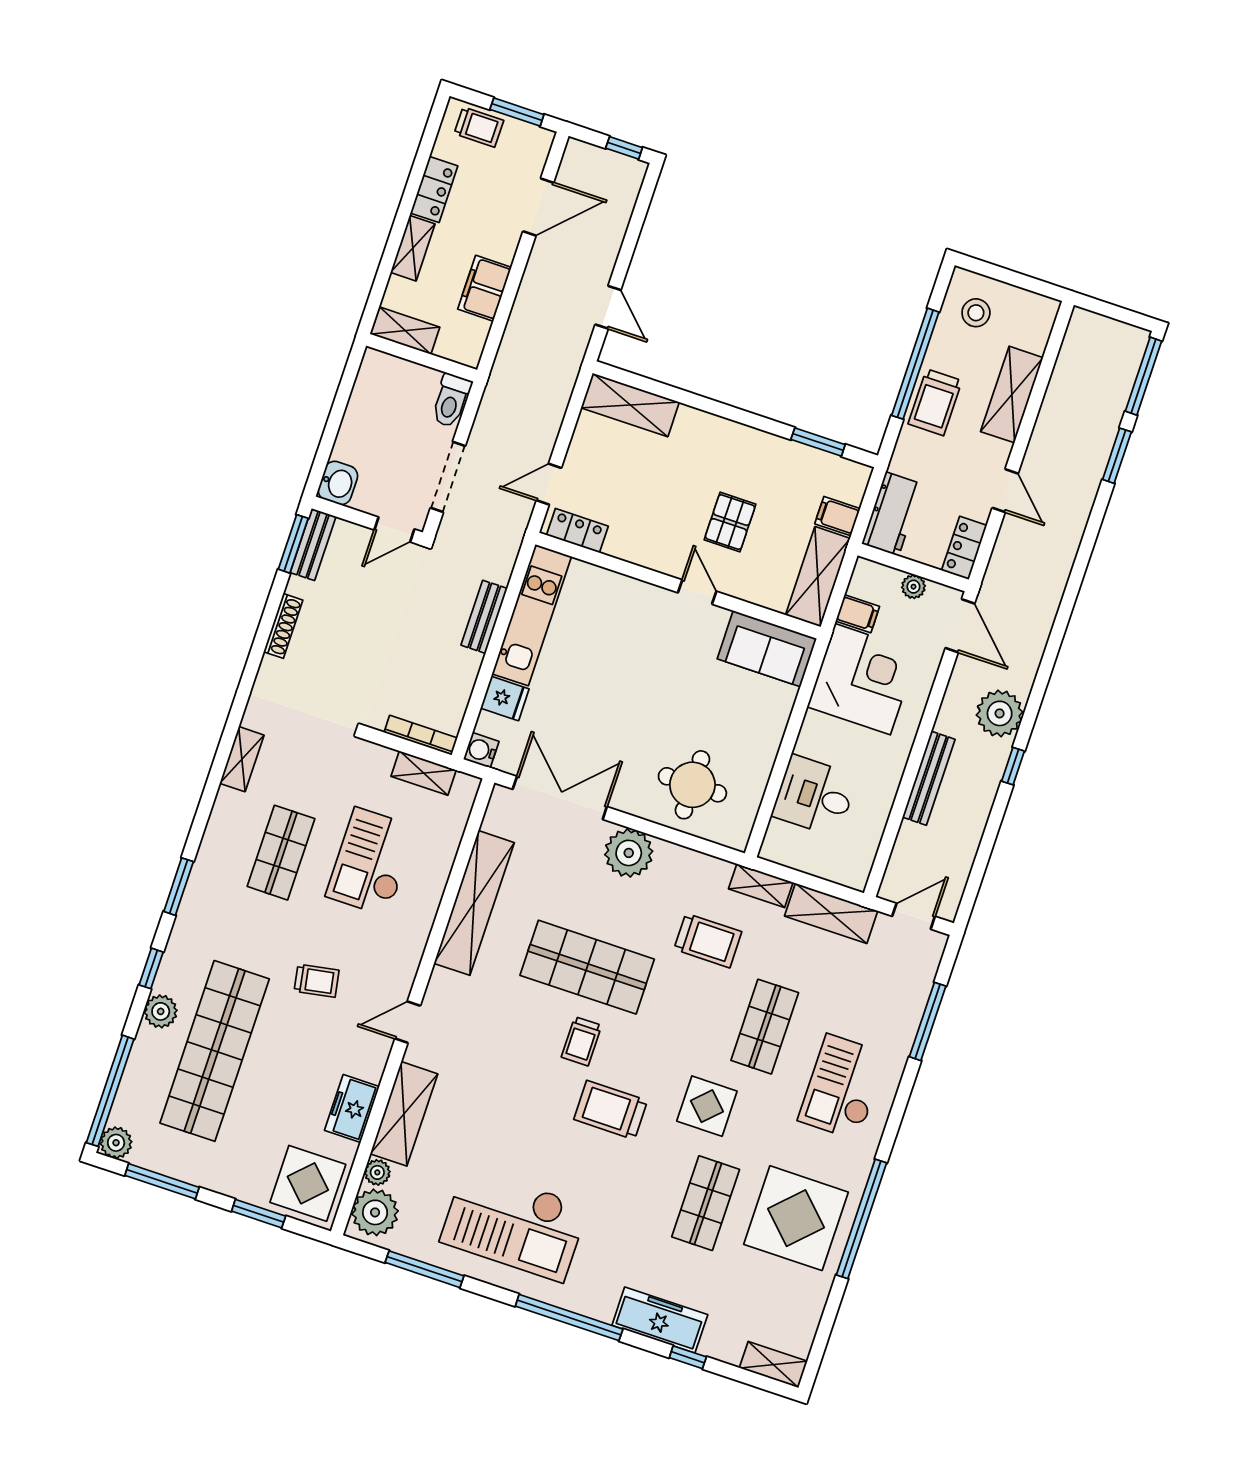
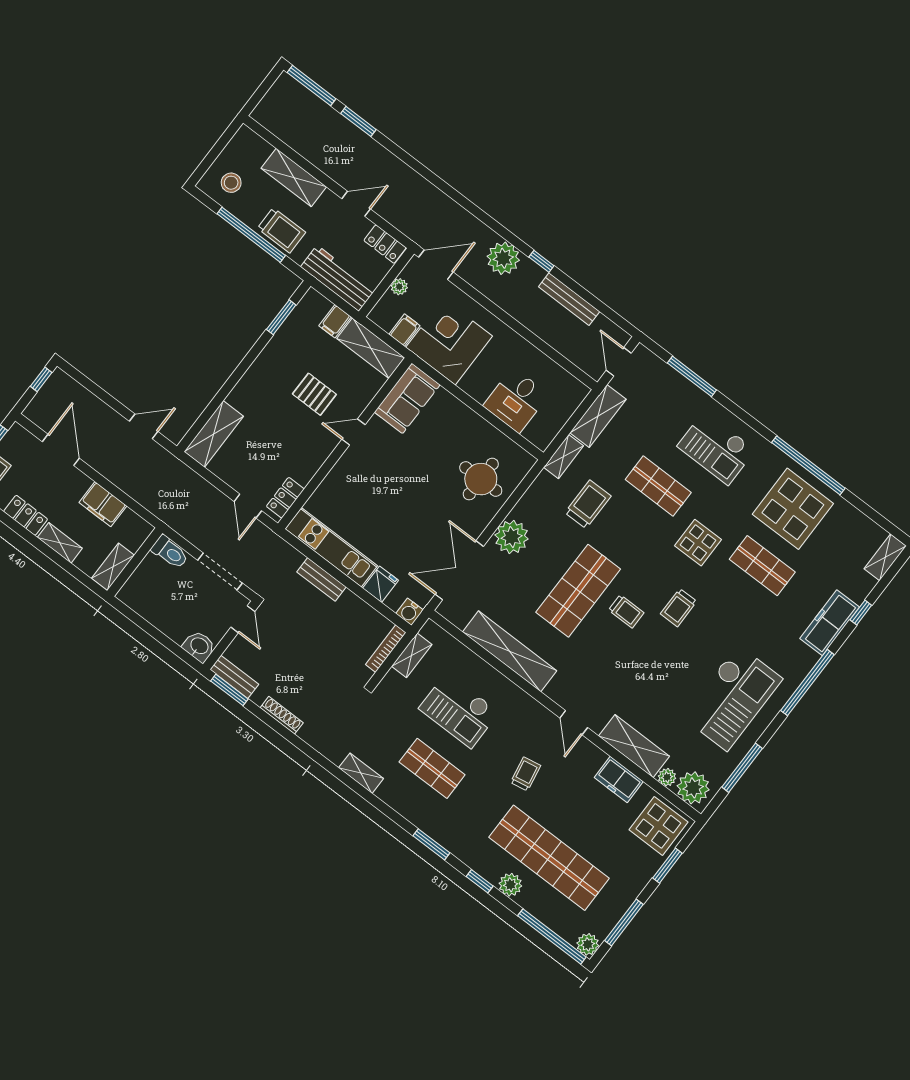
workbench: (892, 514) -> (338, 278), width x1.38
bench: (929, 778) -> (569, 299), moved
trolley: (611, 1110) -> (679, 608), width x0.73, depth x0.72

